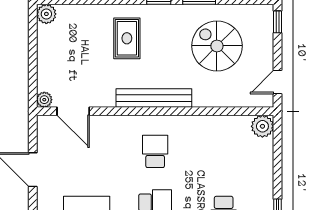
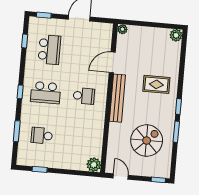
door: (73, 111) -> (112, 62), moved

